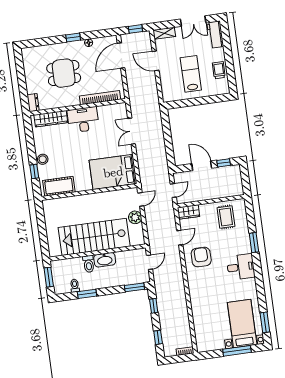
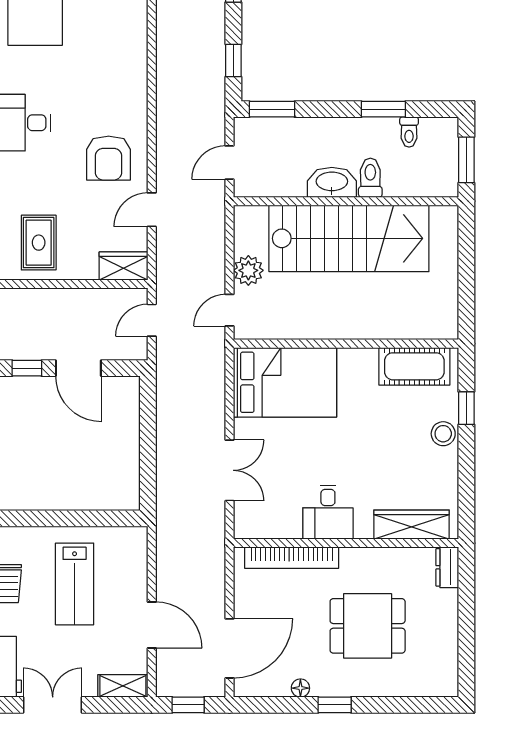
desk: (83, 120) -> (328, 512), width x0.73

